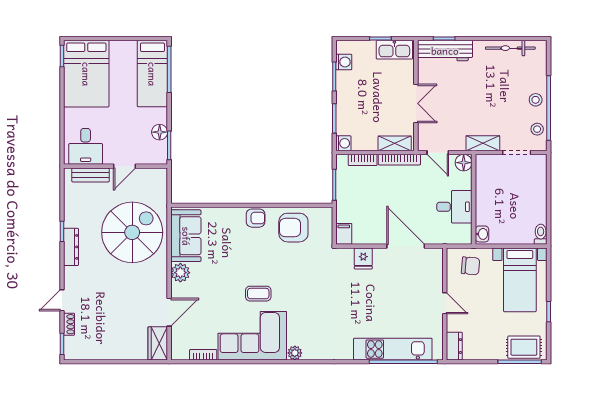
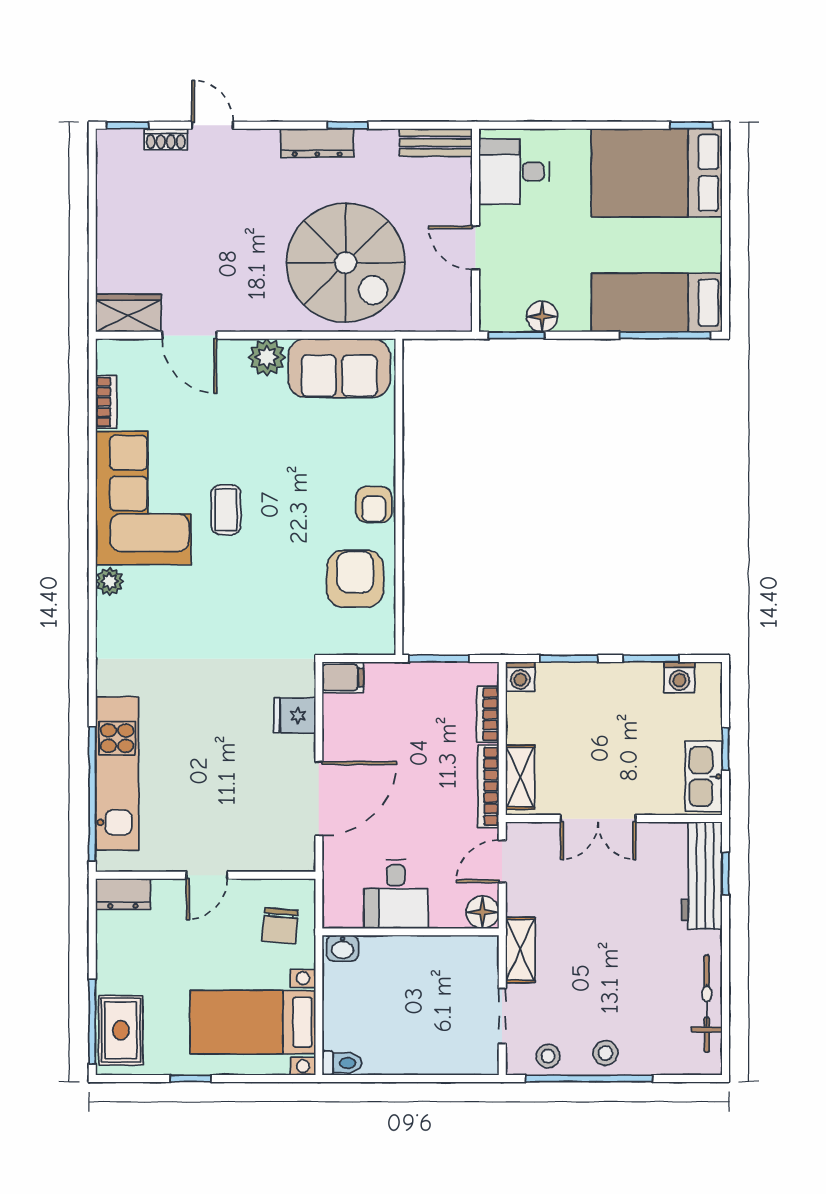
bench: (90, 175) -> (436, 143), moved, turned 90

